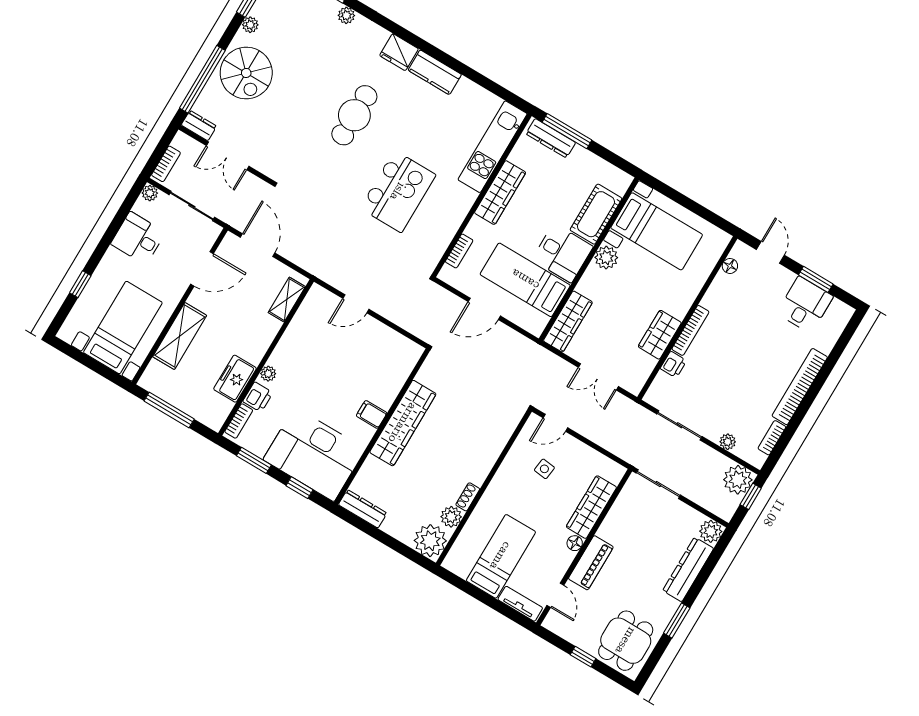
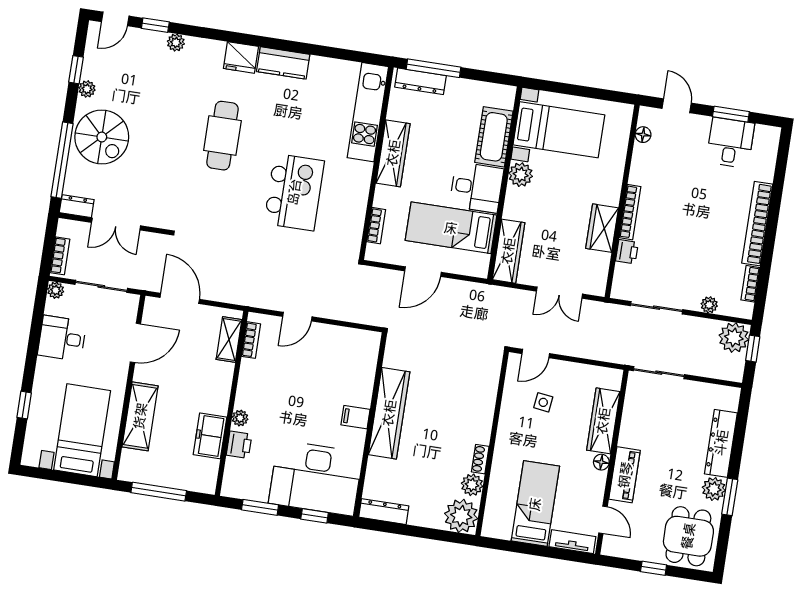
bookcase: (239, 421) -> (251, 340), moved
plant: (711, 531) -> (714, 489), moved

